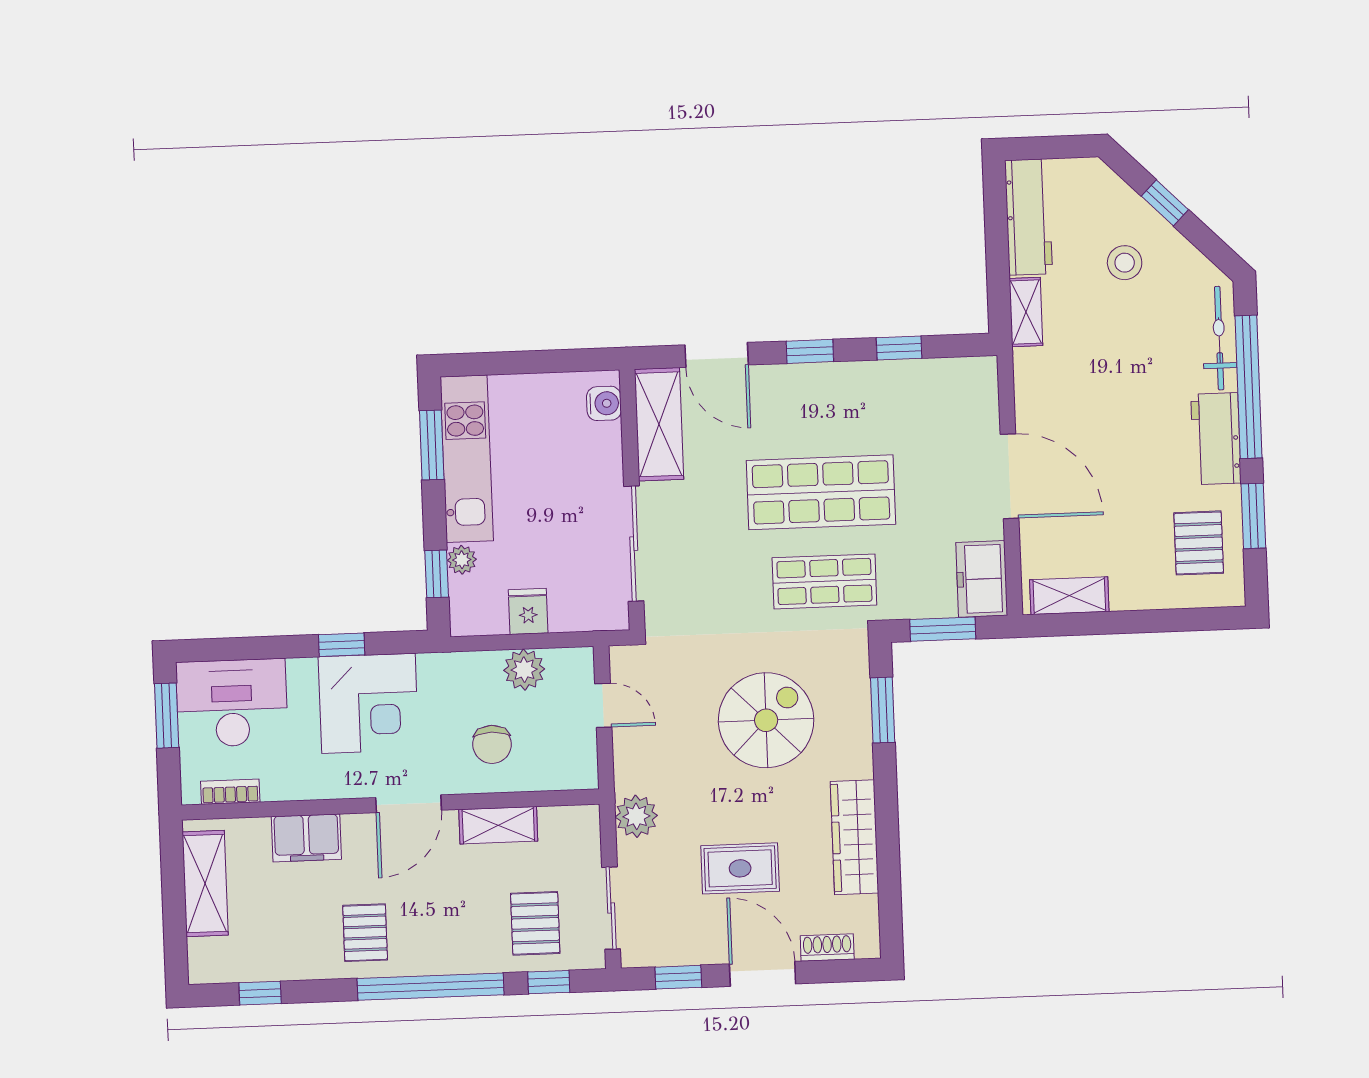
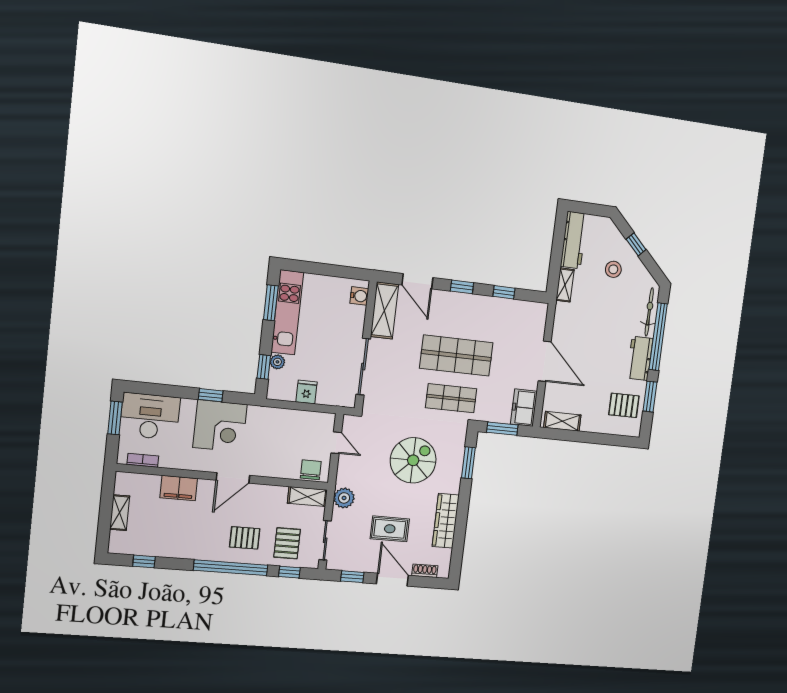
pallet: (1199, 543) -> (624, 405), turned 90
plant: (524, 670) -> (300, 420), removed
chair: (492, 744) -> (311, 470), moved, turned 180
shelving: (498, 825) -> (307, 497), moved
shelving: (205, 884) -> (120, 513), width x0.67, depth x0.75
pallet: (365, 933) -> (245, 538), moved, turned 90

